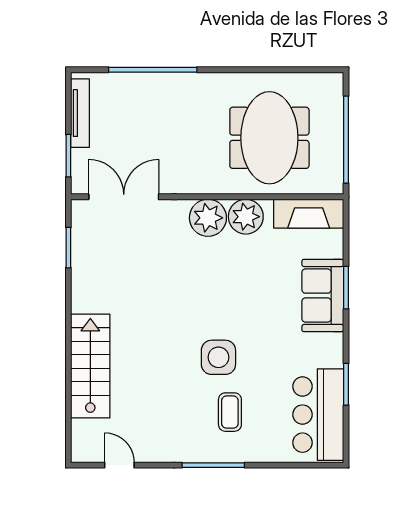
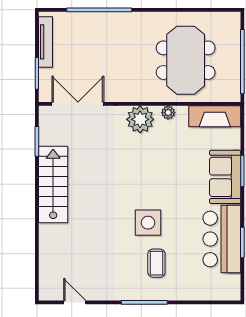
plant: (246, 217) -> (168, 113), width x0.53, depth x0.53
stairs: (90, 366) -> (53, 185), moved
bar counter: (318, 415) -> (222, 239), moved

